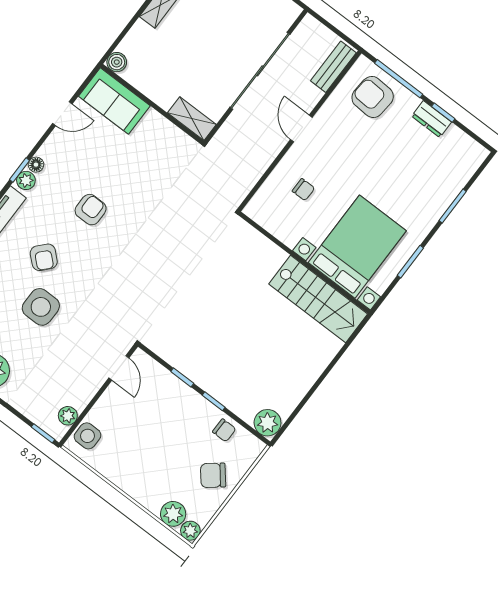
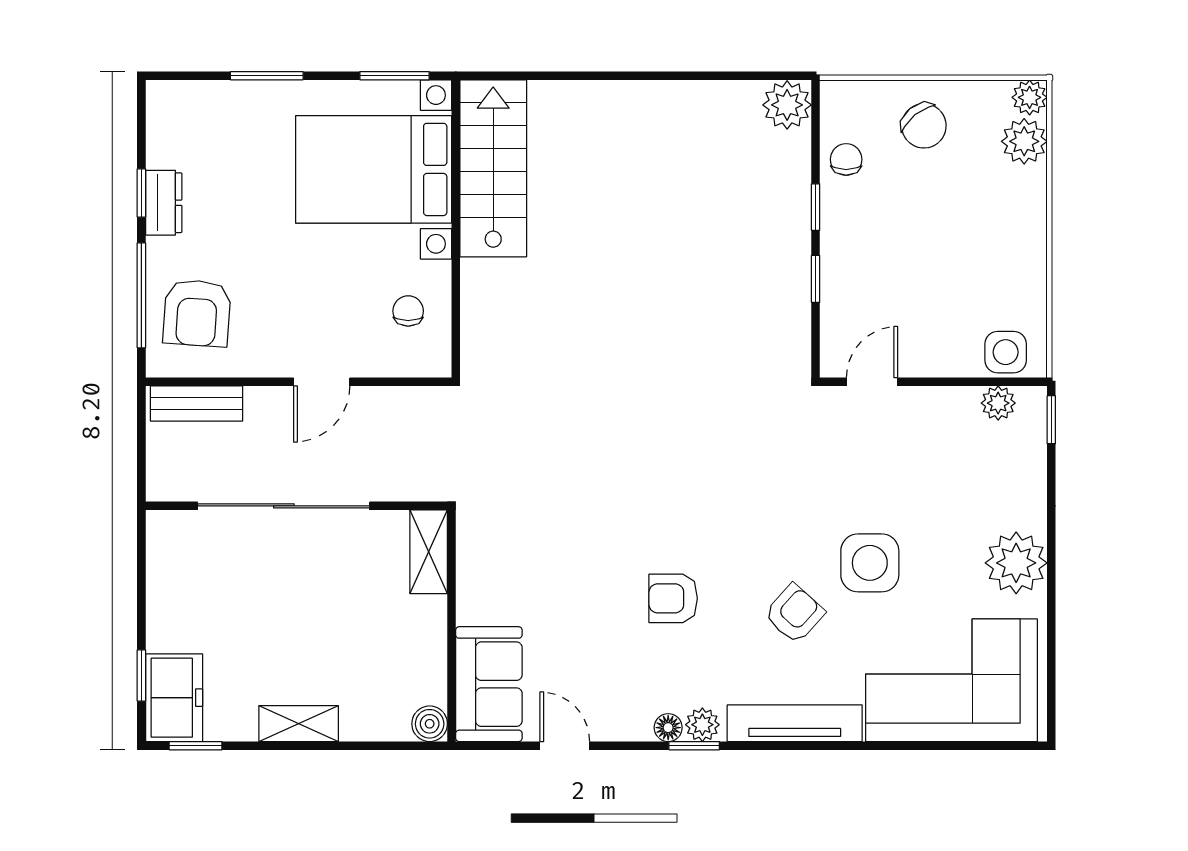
bed with nightstands: (357, 247) -> (374, 169), moved
wall: (304, 263) -> (456, 229), moved
stairs: (318, 299) -> (493, 168), moved

